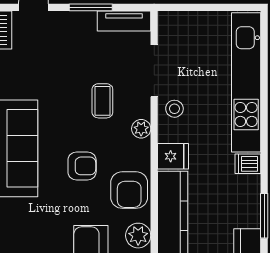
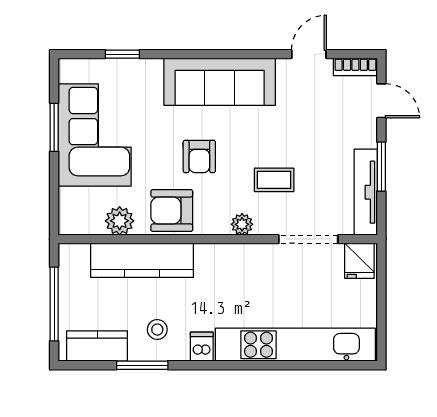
tv unit: (124, 21) -> (366, 192), width x1.41
stool: (174, 109) -> (157, 330), moved
fridge: (173, 156) -> (359, 261), moved

